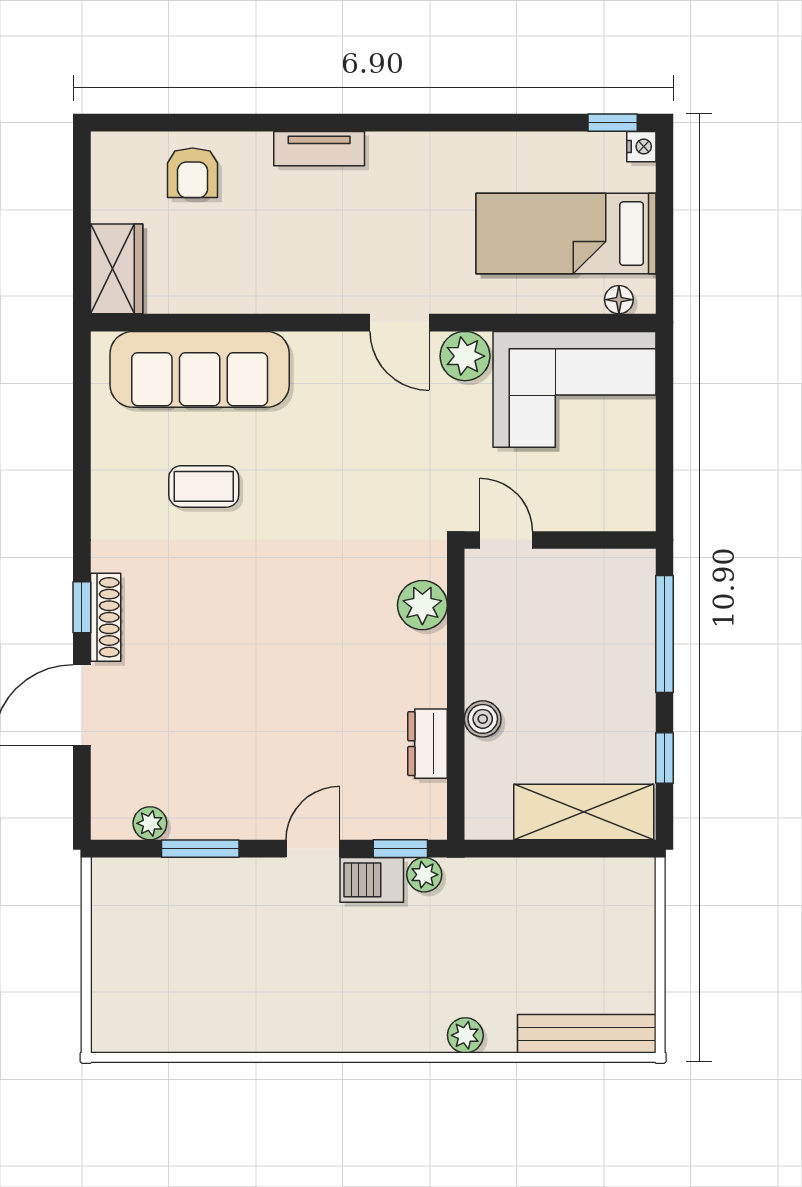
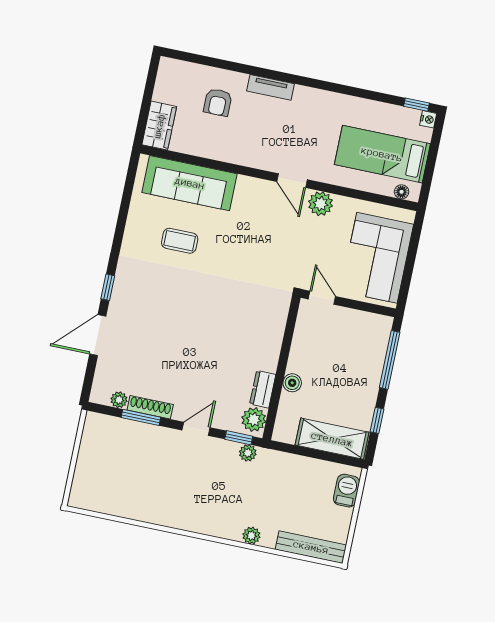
armchair: (193, 173) -> (218, 102), moved
corner sofa: (575, 389) -> (377, 258), moved, turned 90
plant: (422, 605) -> (254, 419), moved
shoe rack: (106, 617) -> (150, 407), moved, turned -90
barbecue: (372, 880) -> (346, 491), moved, turned 90

